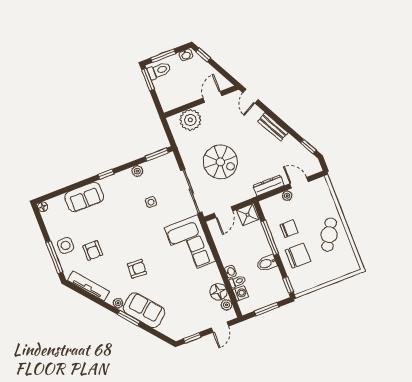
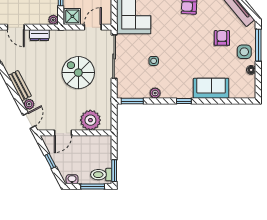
window: (203, 55) -> (50, 161), moved
plant: (257, 112) -> (29, 104), added
dresser: (269, 185) -> (39, 35), width x0.70
plant: (287, 196) -> (53, 20), moved
floor lamp: (43, 207) -> (251, 70), moved

